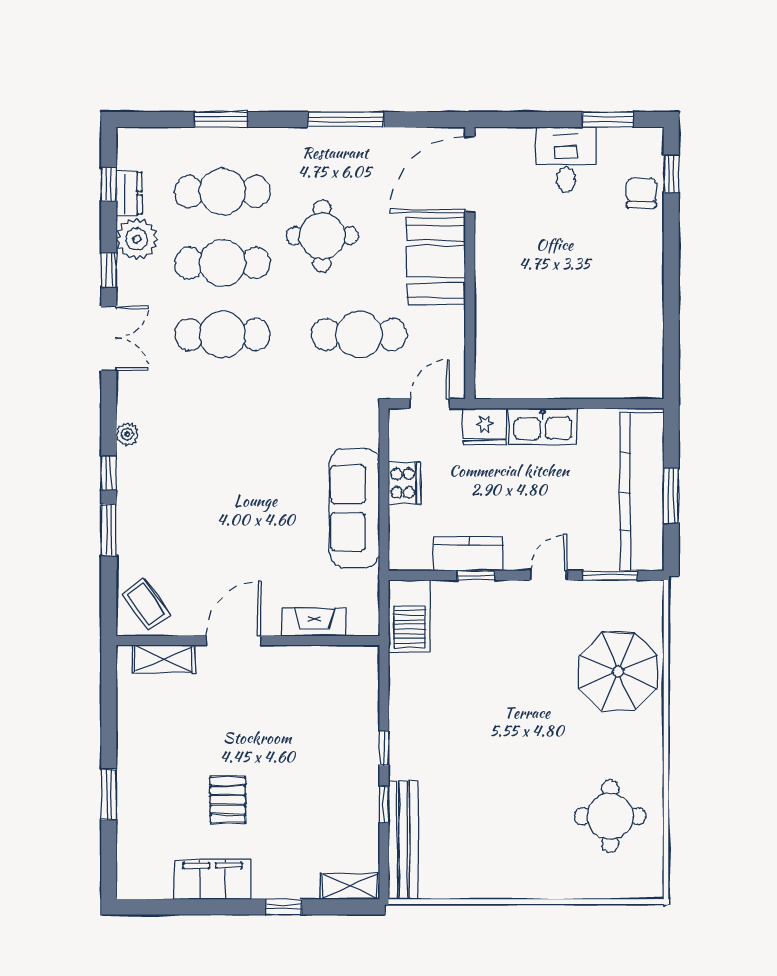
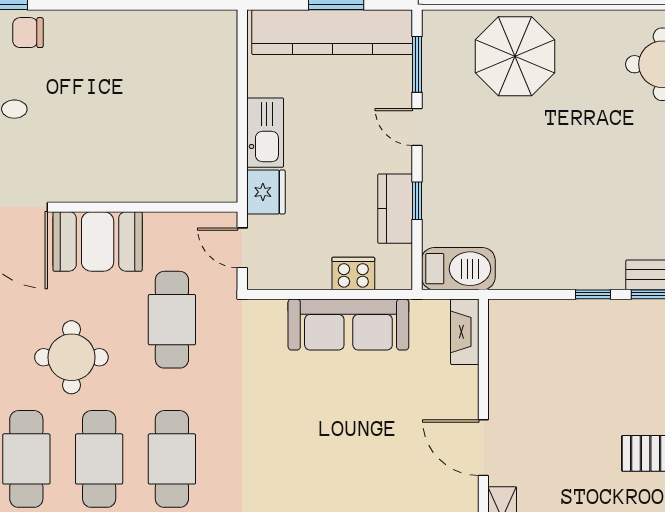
cooker: (405, 483) -> (353, 273), moved
fireplace: (314, 622) -> (465, 332), moved

